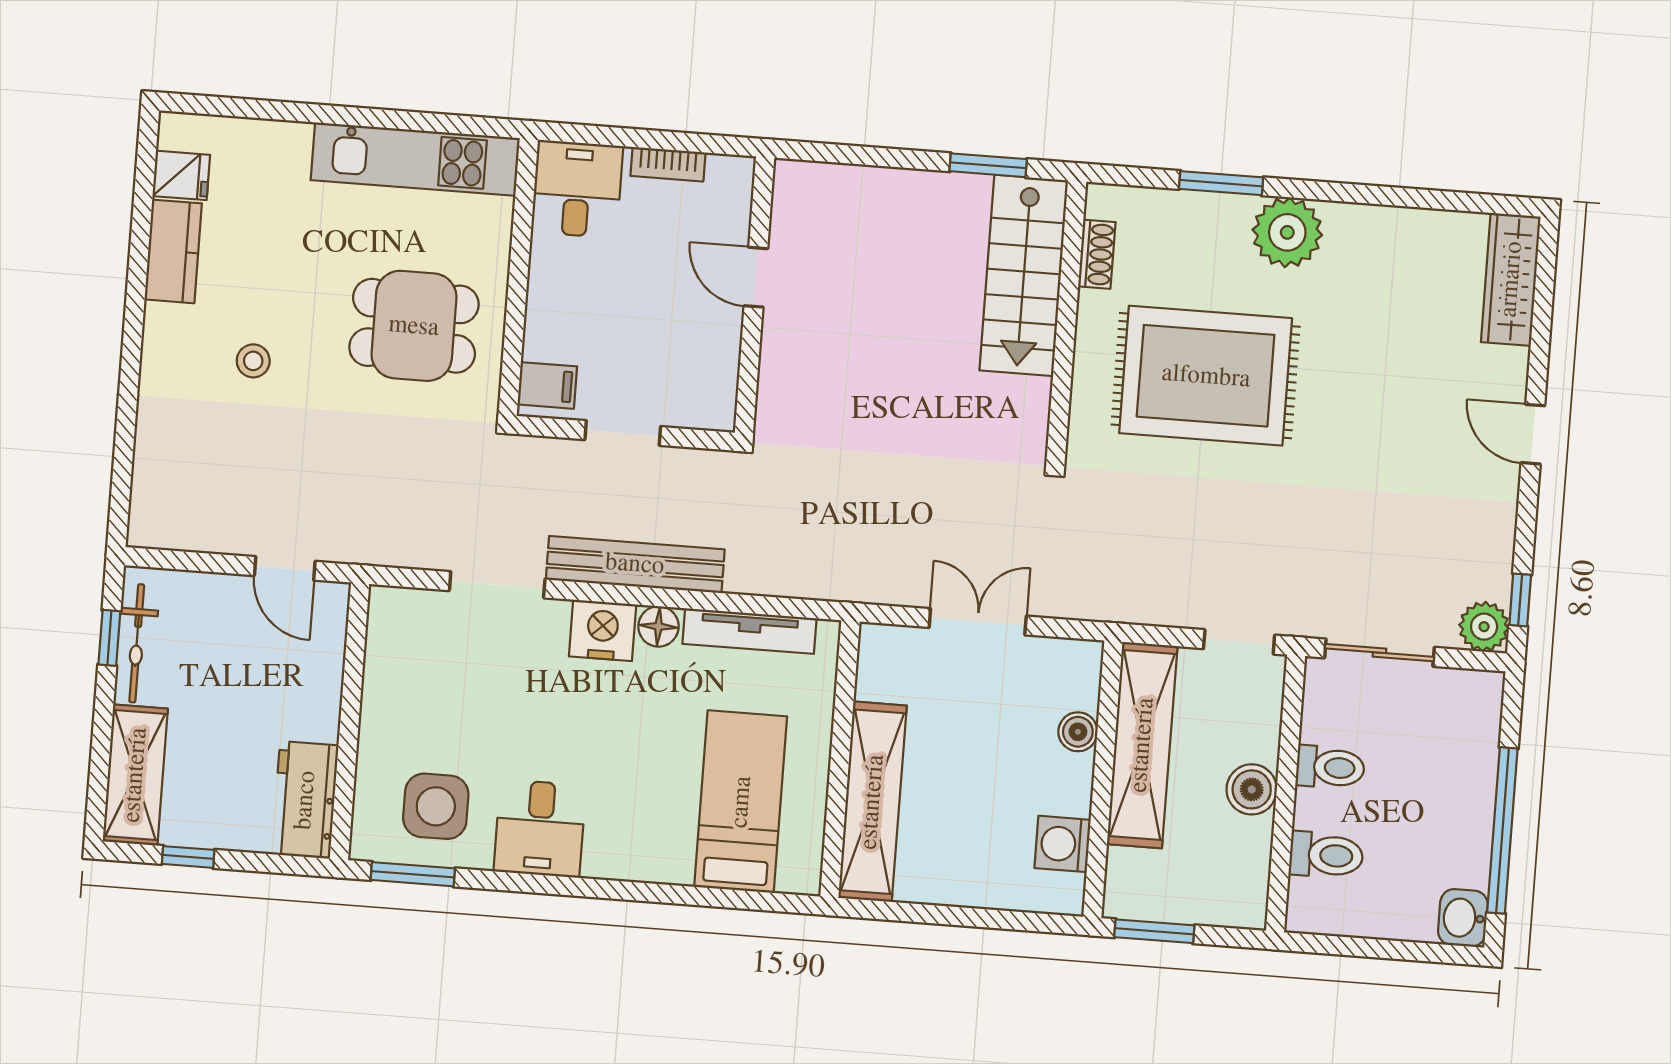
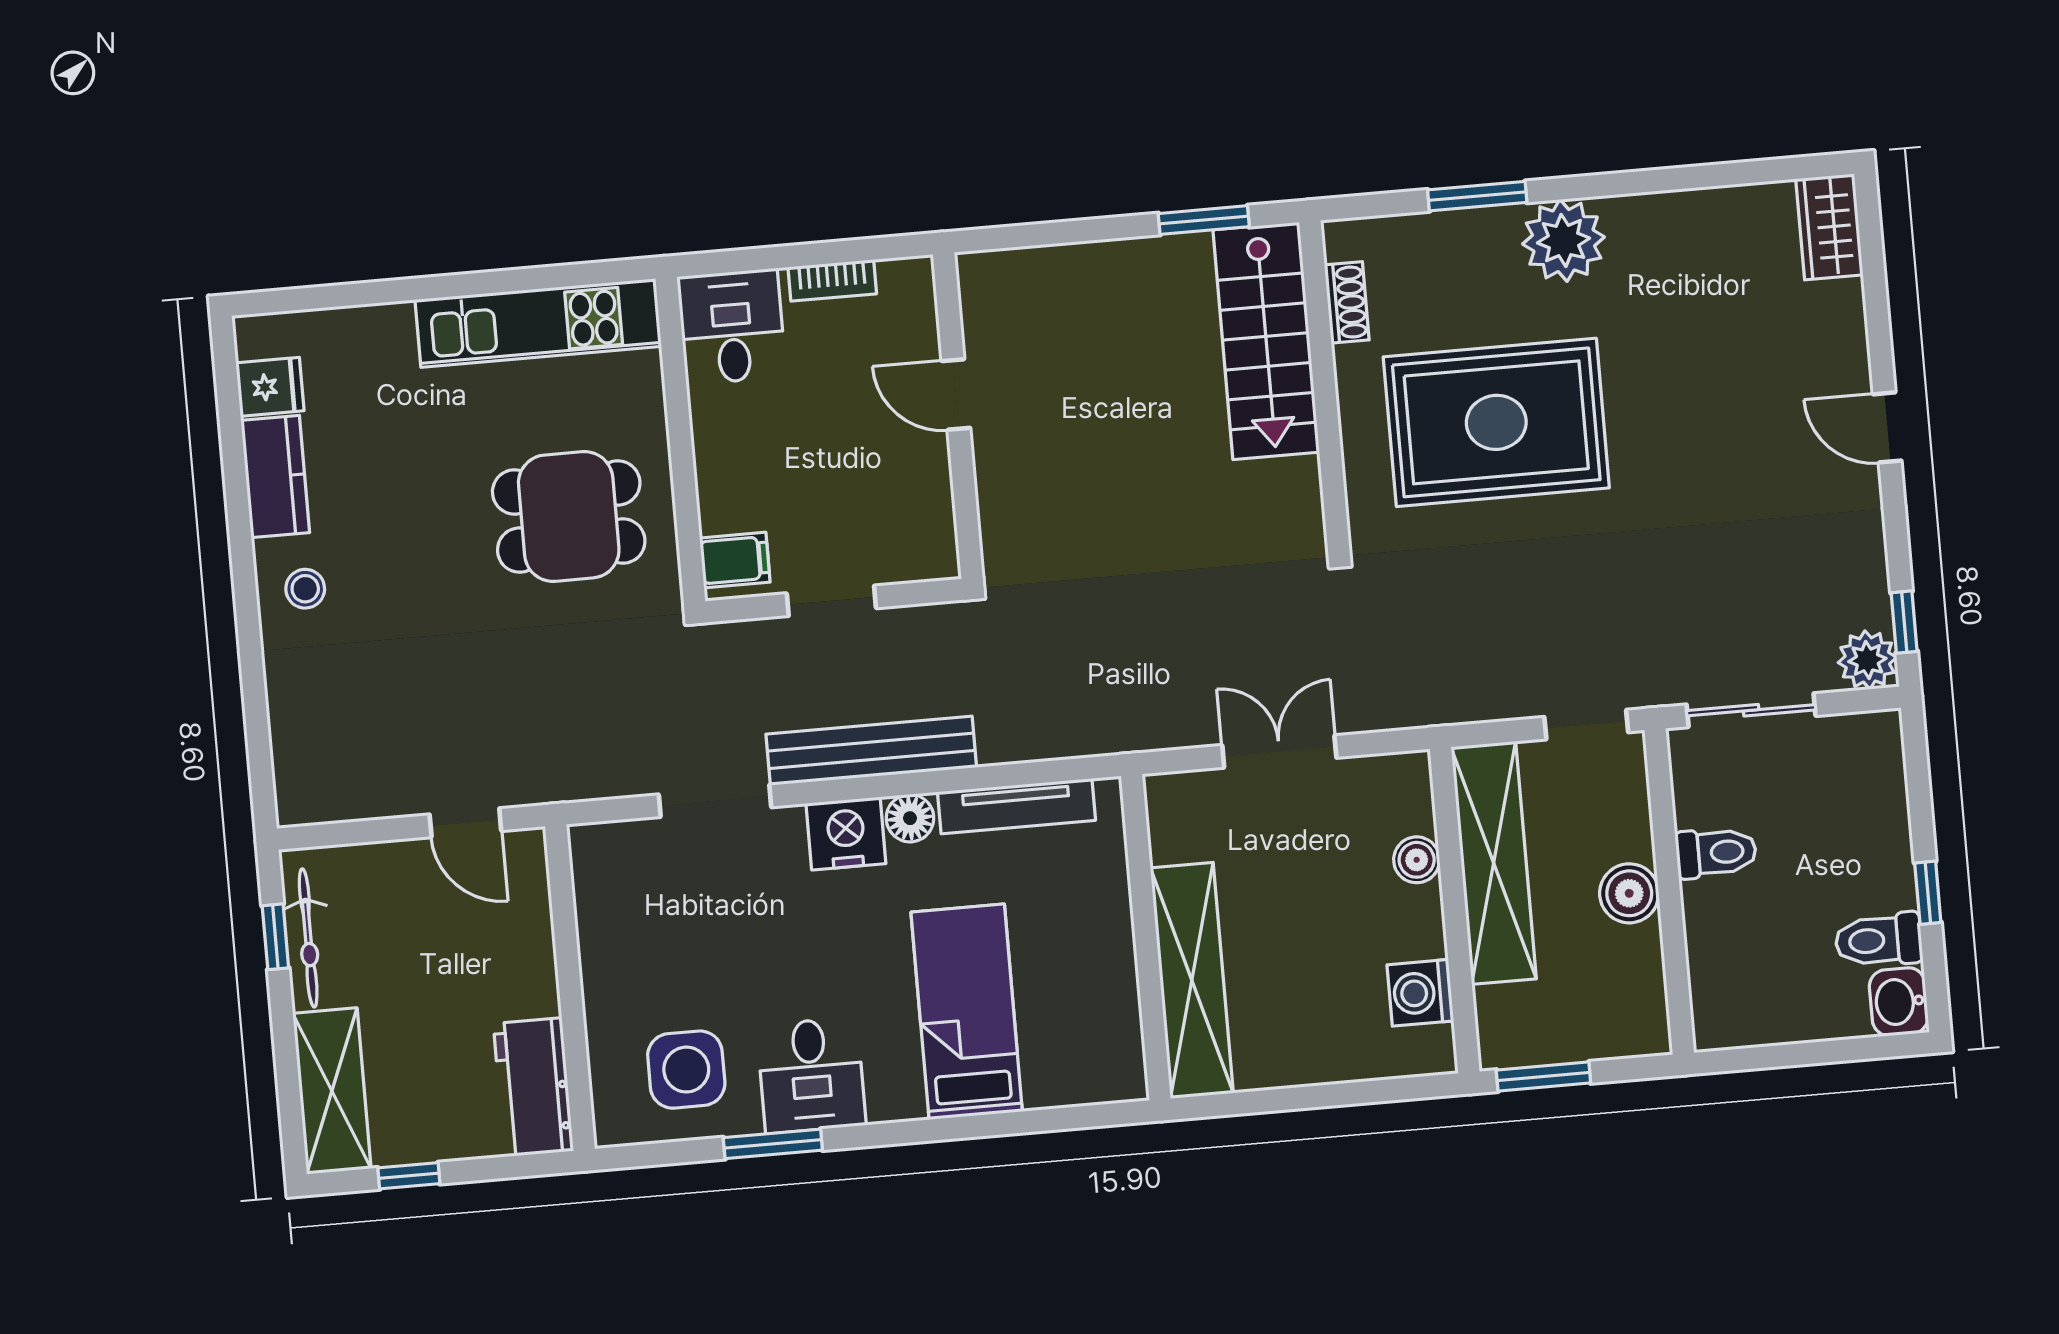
wardrobe: (1511, 279) -> (1829, 227), width x0.67
stool: (253, 361) -> (305, 589), moved
bed: (741, 802) -> (967, 1012), moved
window: (1502, 830) -> (1928, 893), width x0.32
toilet: (1326, 855) -> (1879, 940), moved, turned 180
window: (413, 874) -> (773, 1144), moved

